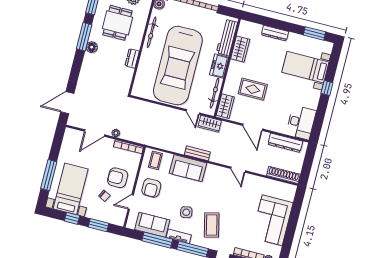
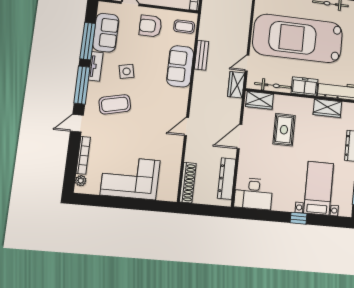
bench: (197, 153) -> (202, 55), moved

